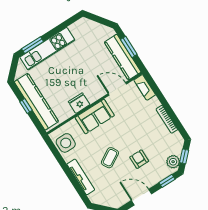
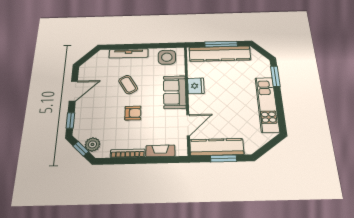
kitchen unit: (47, 49) -> (267, 104), moved
fireplace: (145, 87) -> (160, 151), moved
window: (26, 106) -> (221, 44), width x2.17
armchair: (139, 159) -> (133, 113), moved
plant: (173, 162) -> (92, 144), moved

